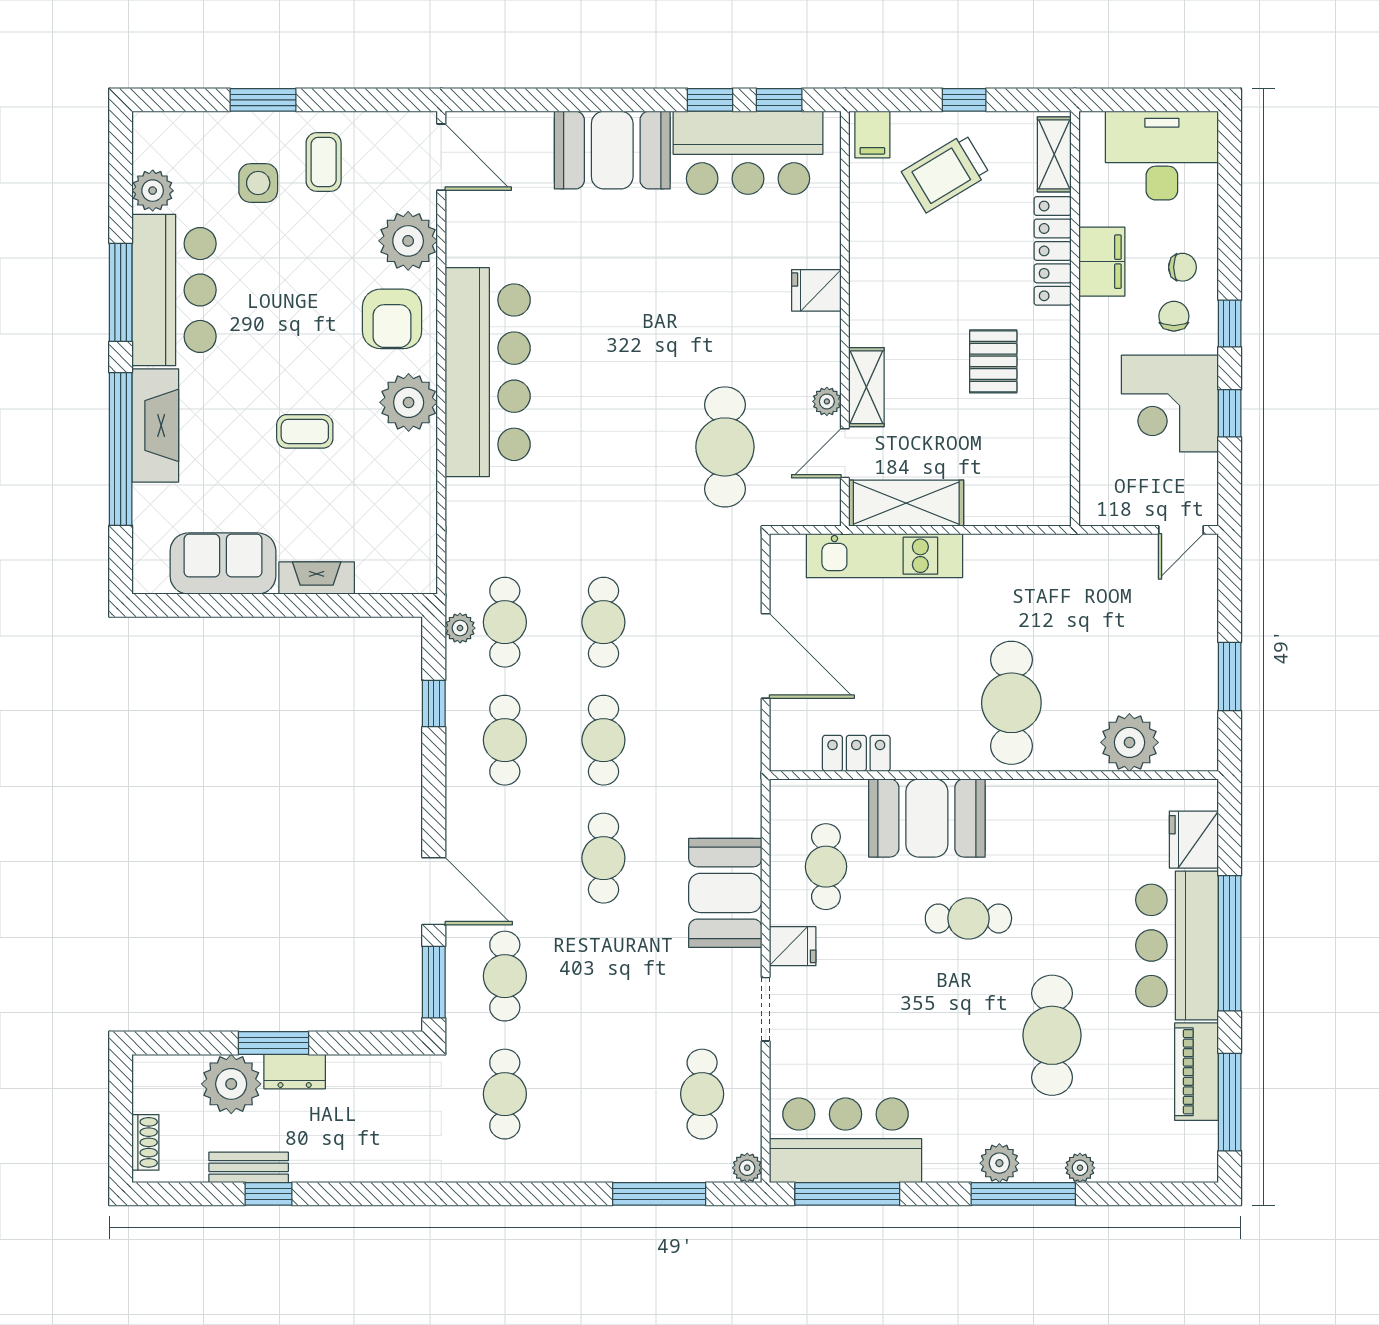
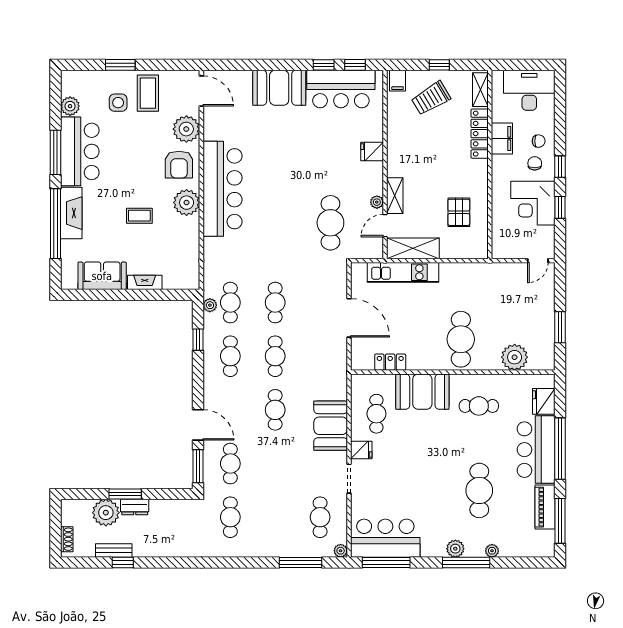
coffee table: (324, 162) -> (148, 93), width x1.36, depth x1.30
pallet: (993, 361) -> (459, 212), moved
cafe table: (968, 918) -> (479, 406), moved

